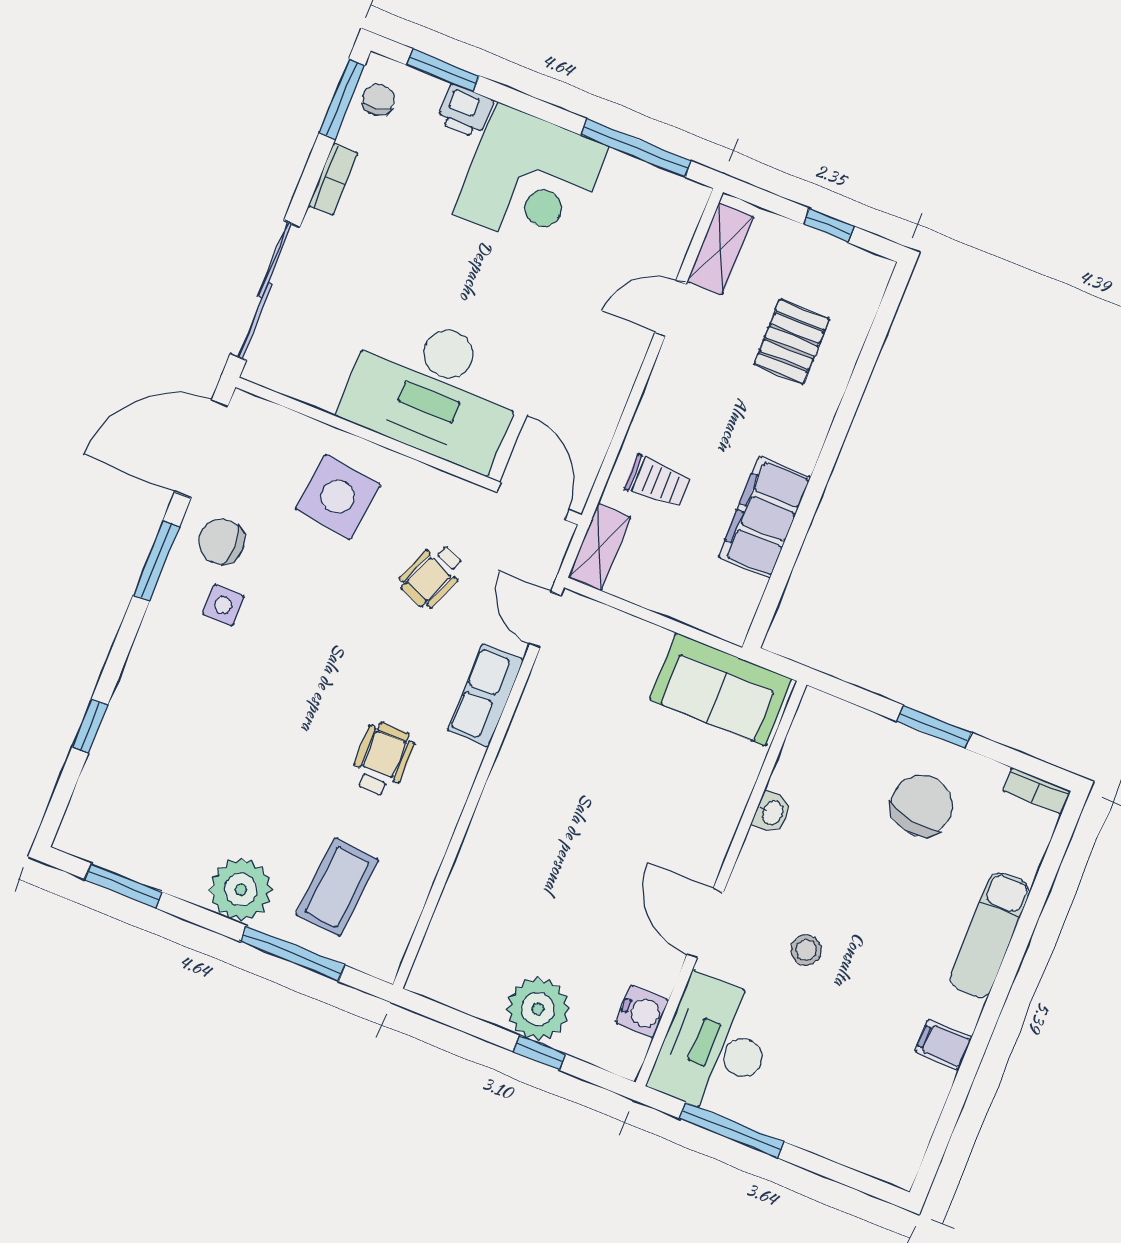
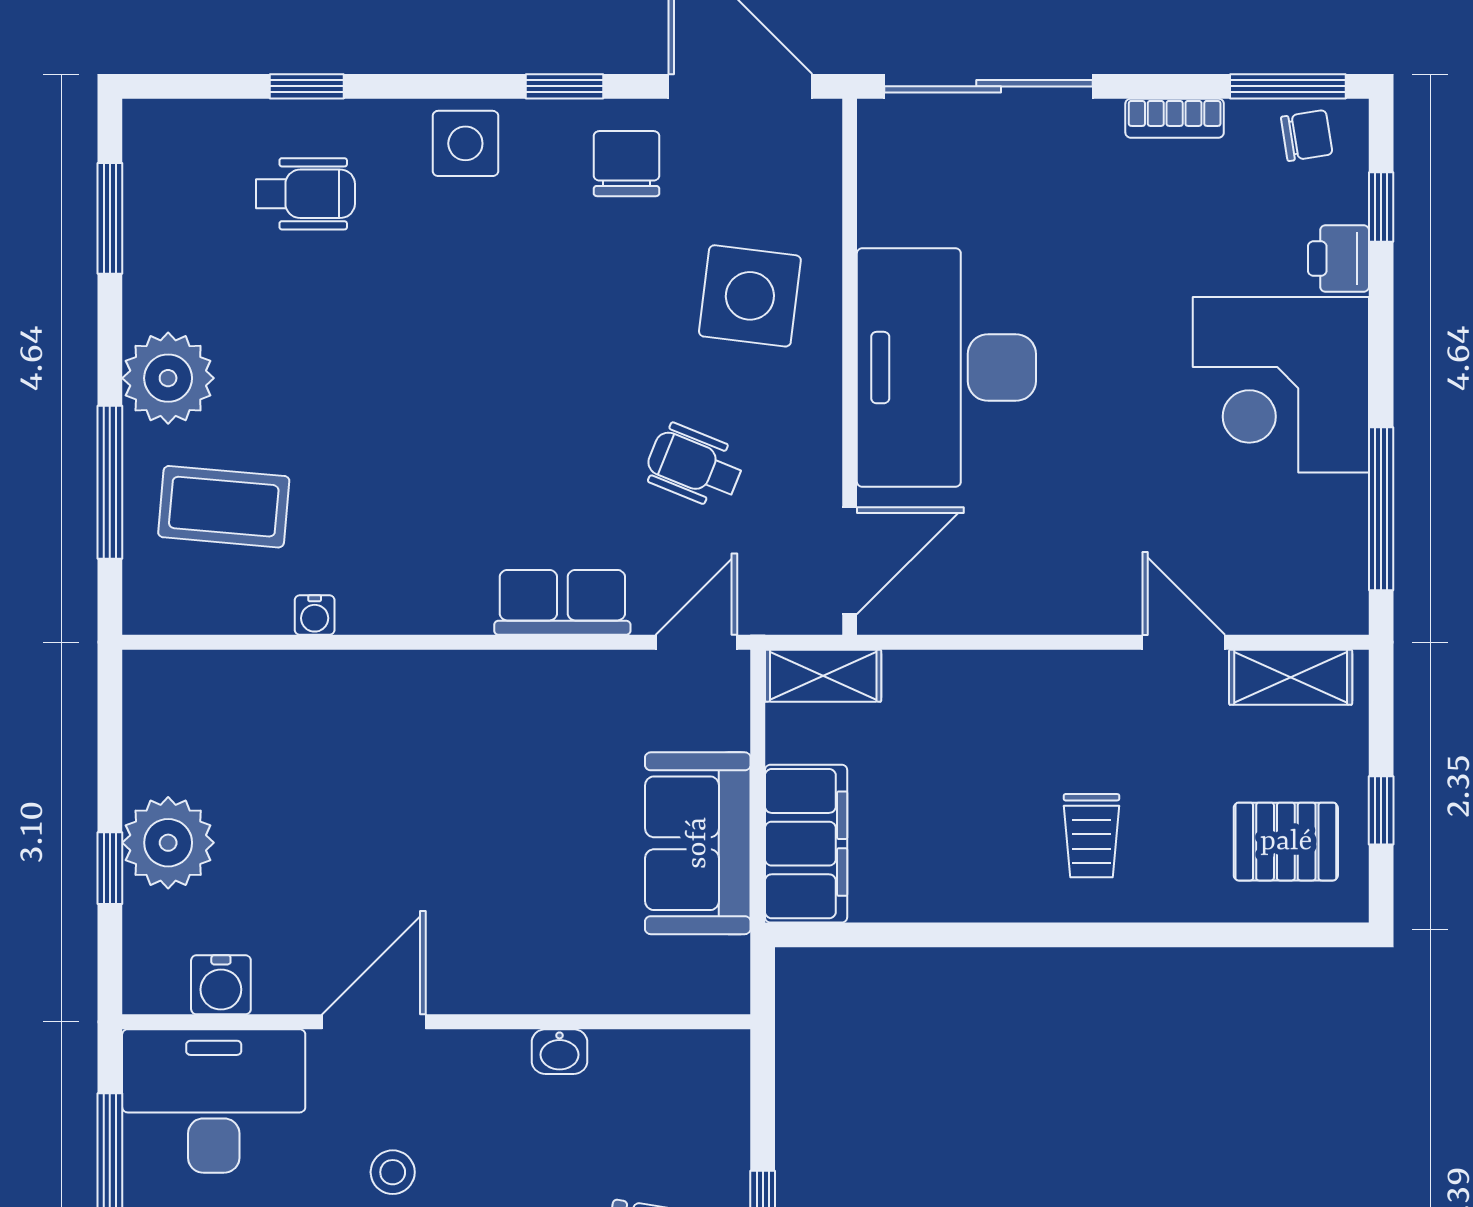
window: (443, 70) -> (1381, 207), width x0.67
pallet: (792, 342) -> (1286, 842), moved
trolley: (657, 482) -> (1092, 836), moved
filing cabinet: (764, 517) -> (806, 844), moved, turned 90
window: (156, 561) -> (565, 86), width x0.67
side table: (223, 605) -> (465, 143), moved, width x1.37, depth x1.37
sofa: (721, 689) -> (698, 843), moved
wheelchair: (382, 759) -> (305, 194), moved
water cooler: (430, 857) -> (315, 615), added

